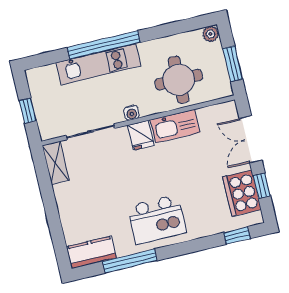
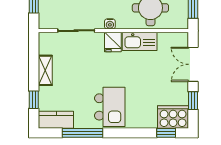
shelving: (56, 163) -> (45, 70), moved
cooker: (242, 193) -> (173, 117), moved, turned 90
kitchen island: (157, 219) -> (110, 107), turned -90
window: (57, 233) -> (34, 100), added

